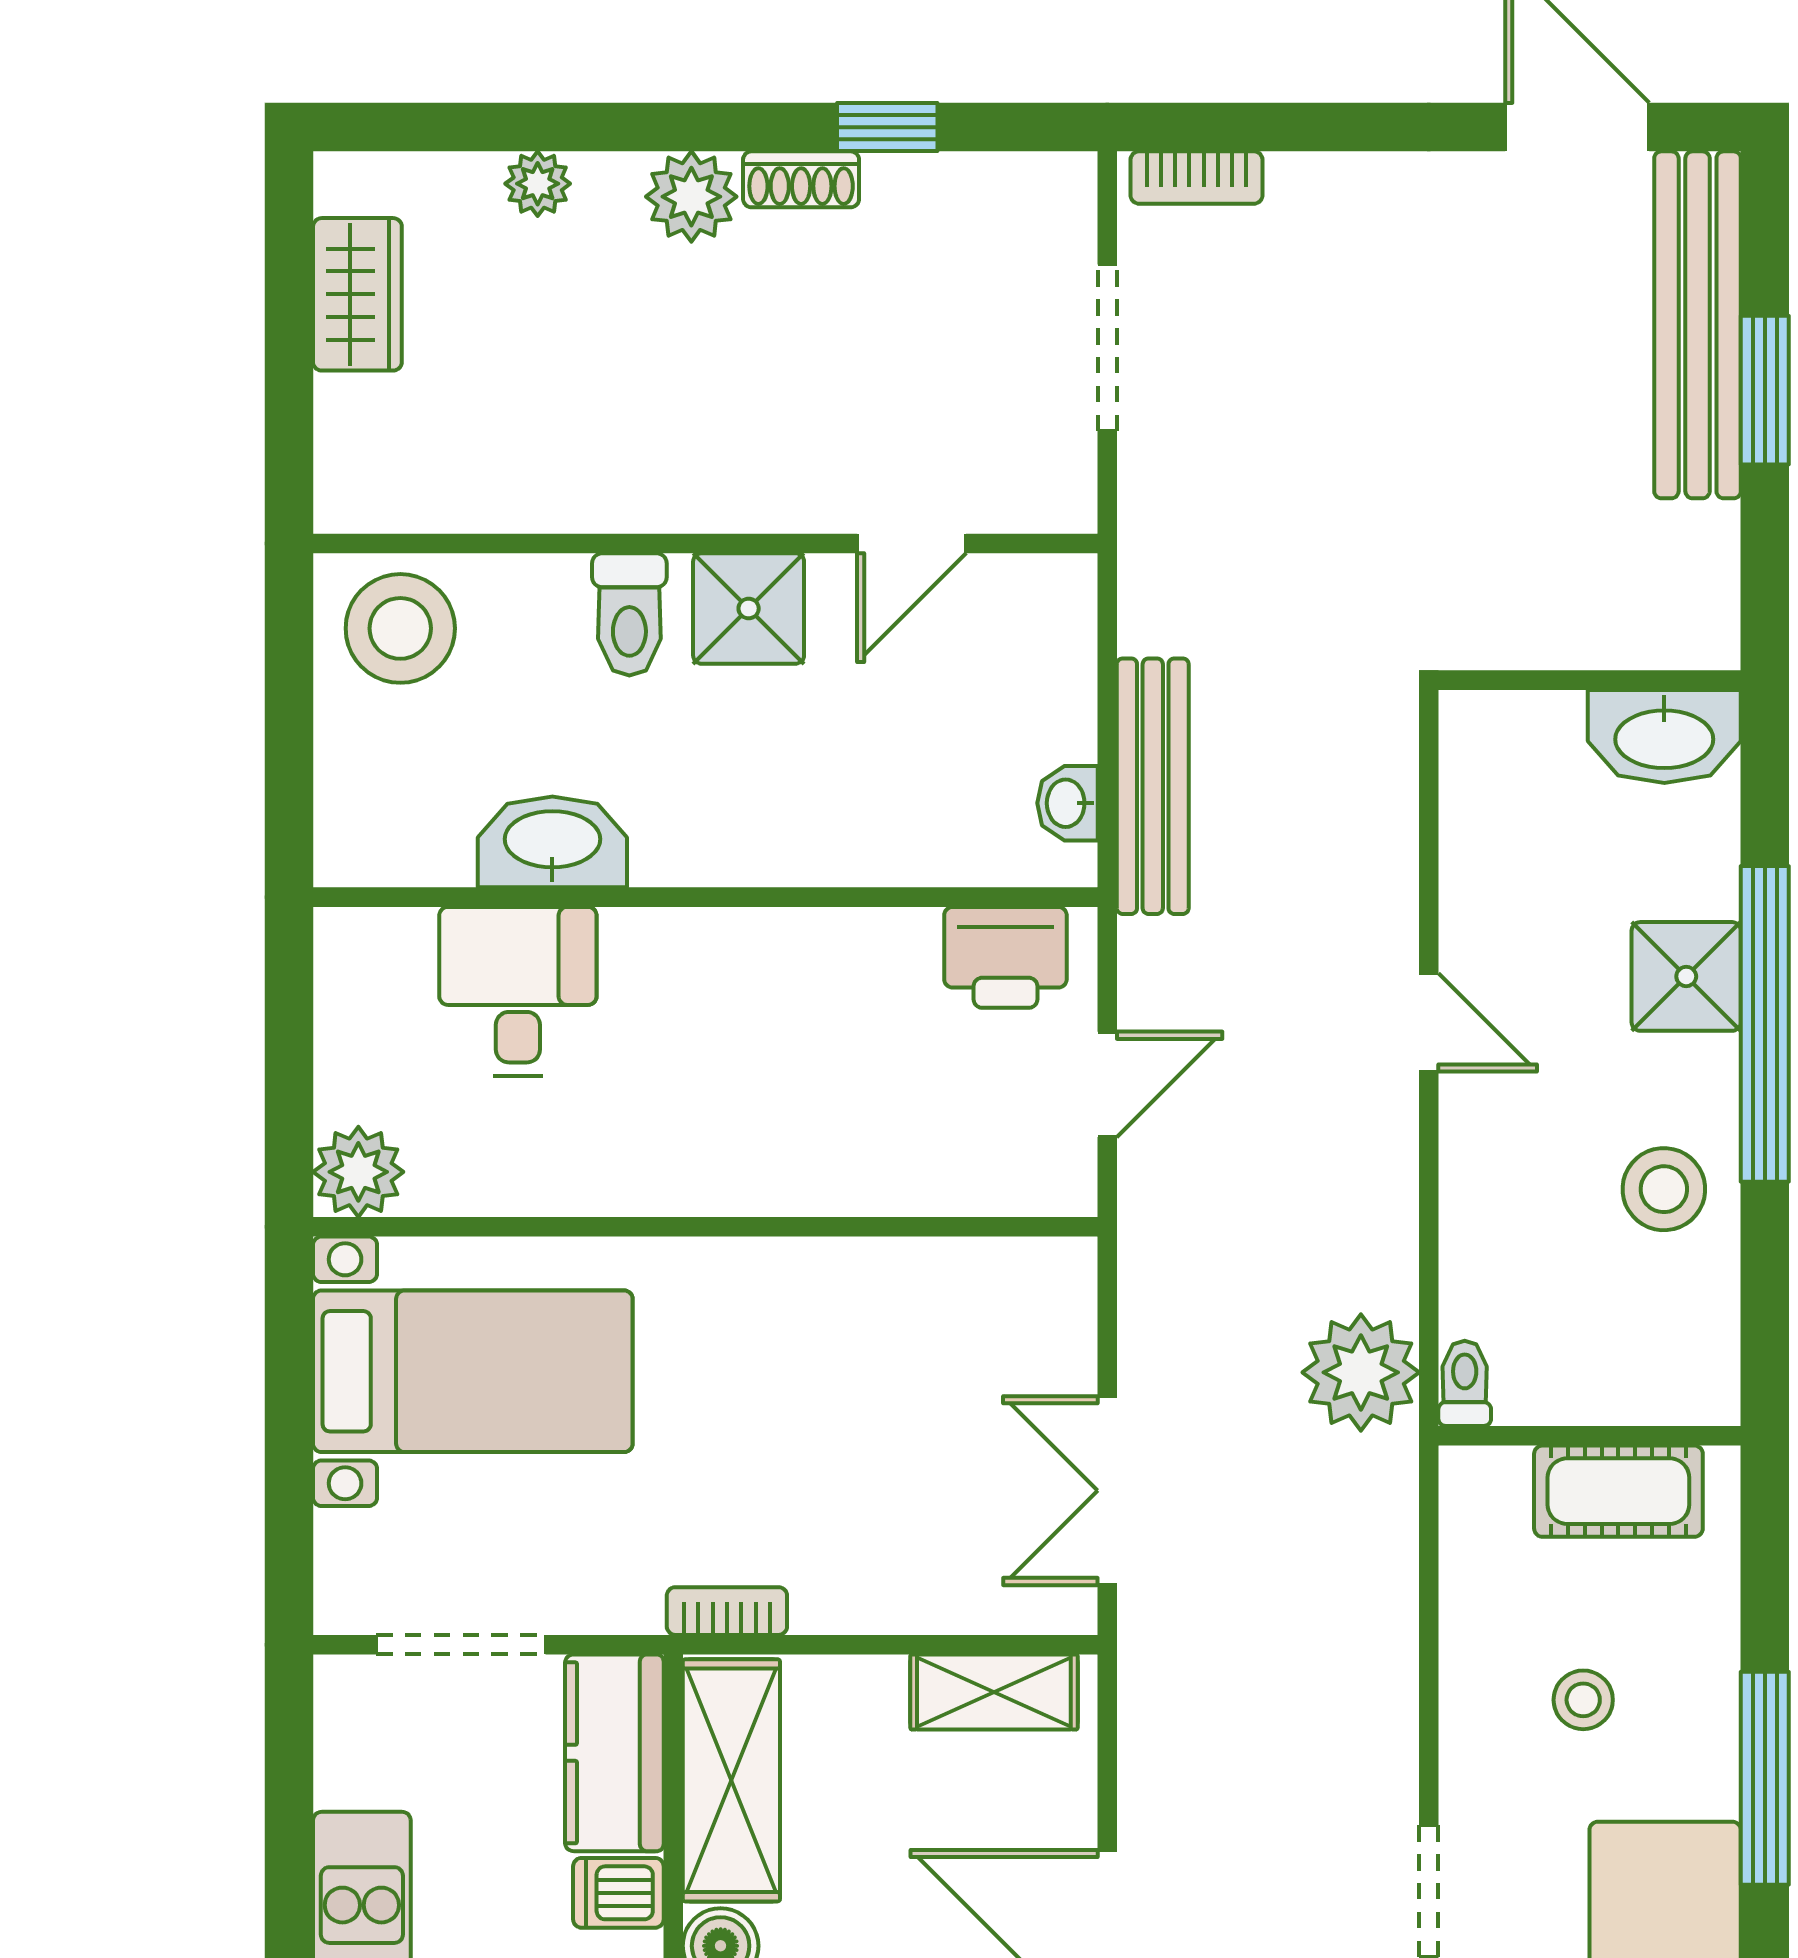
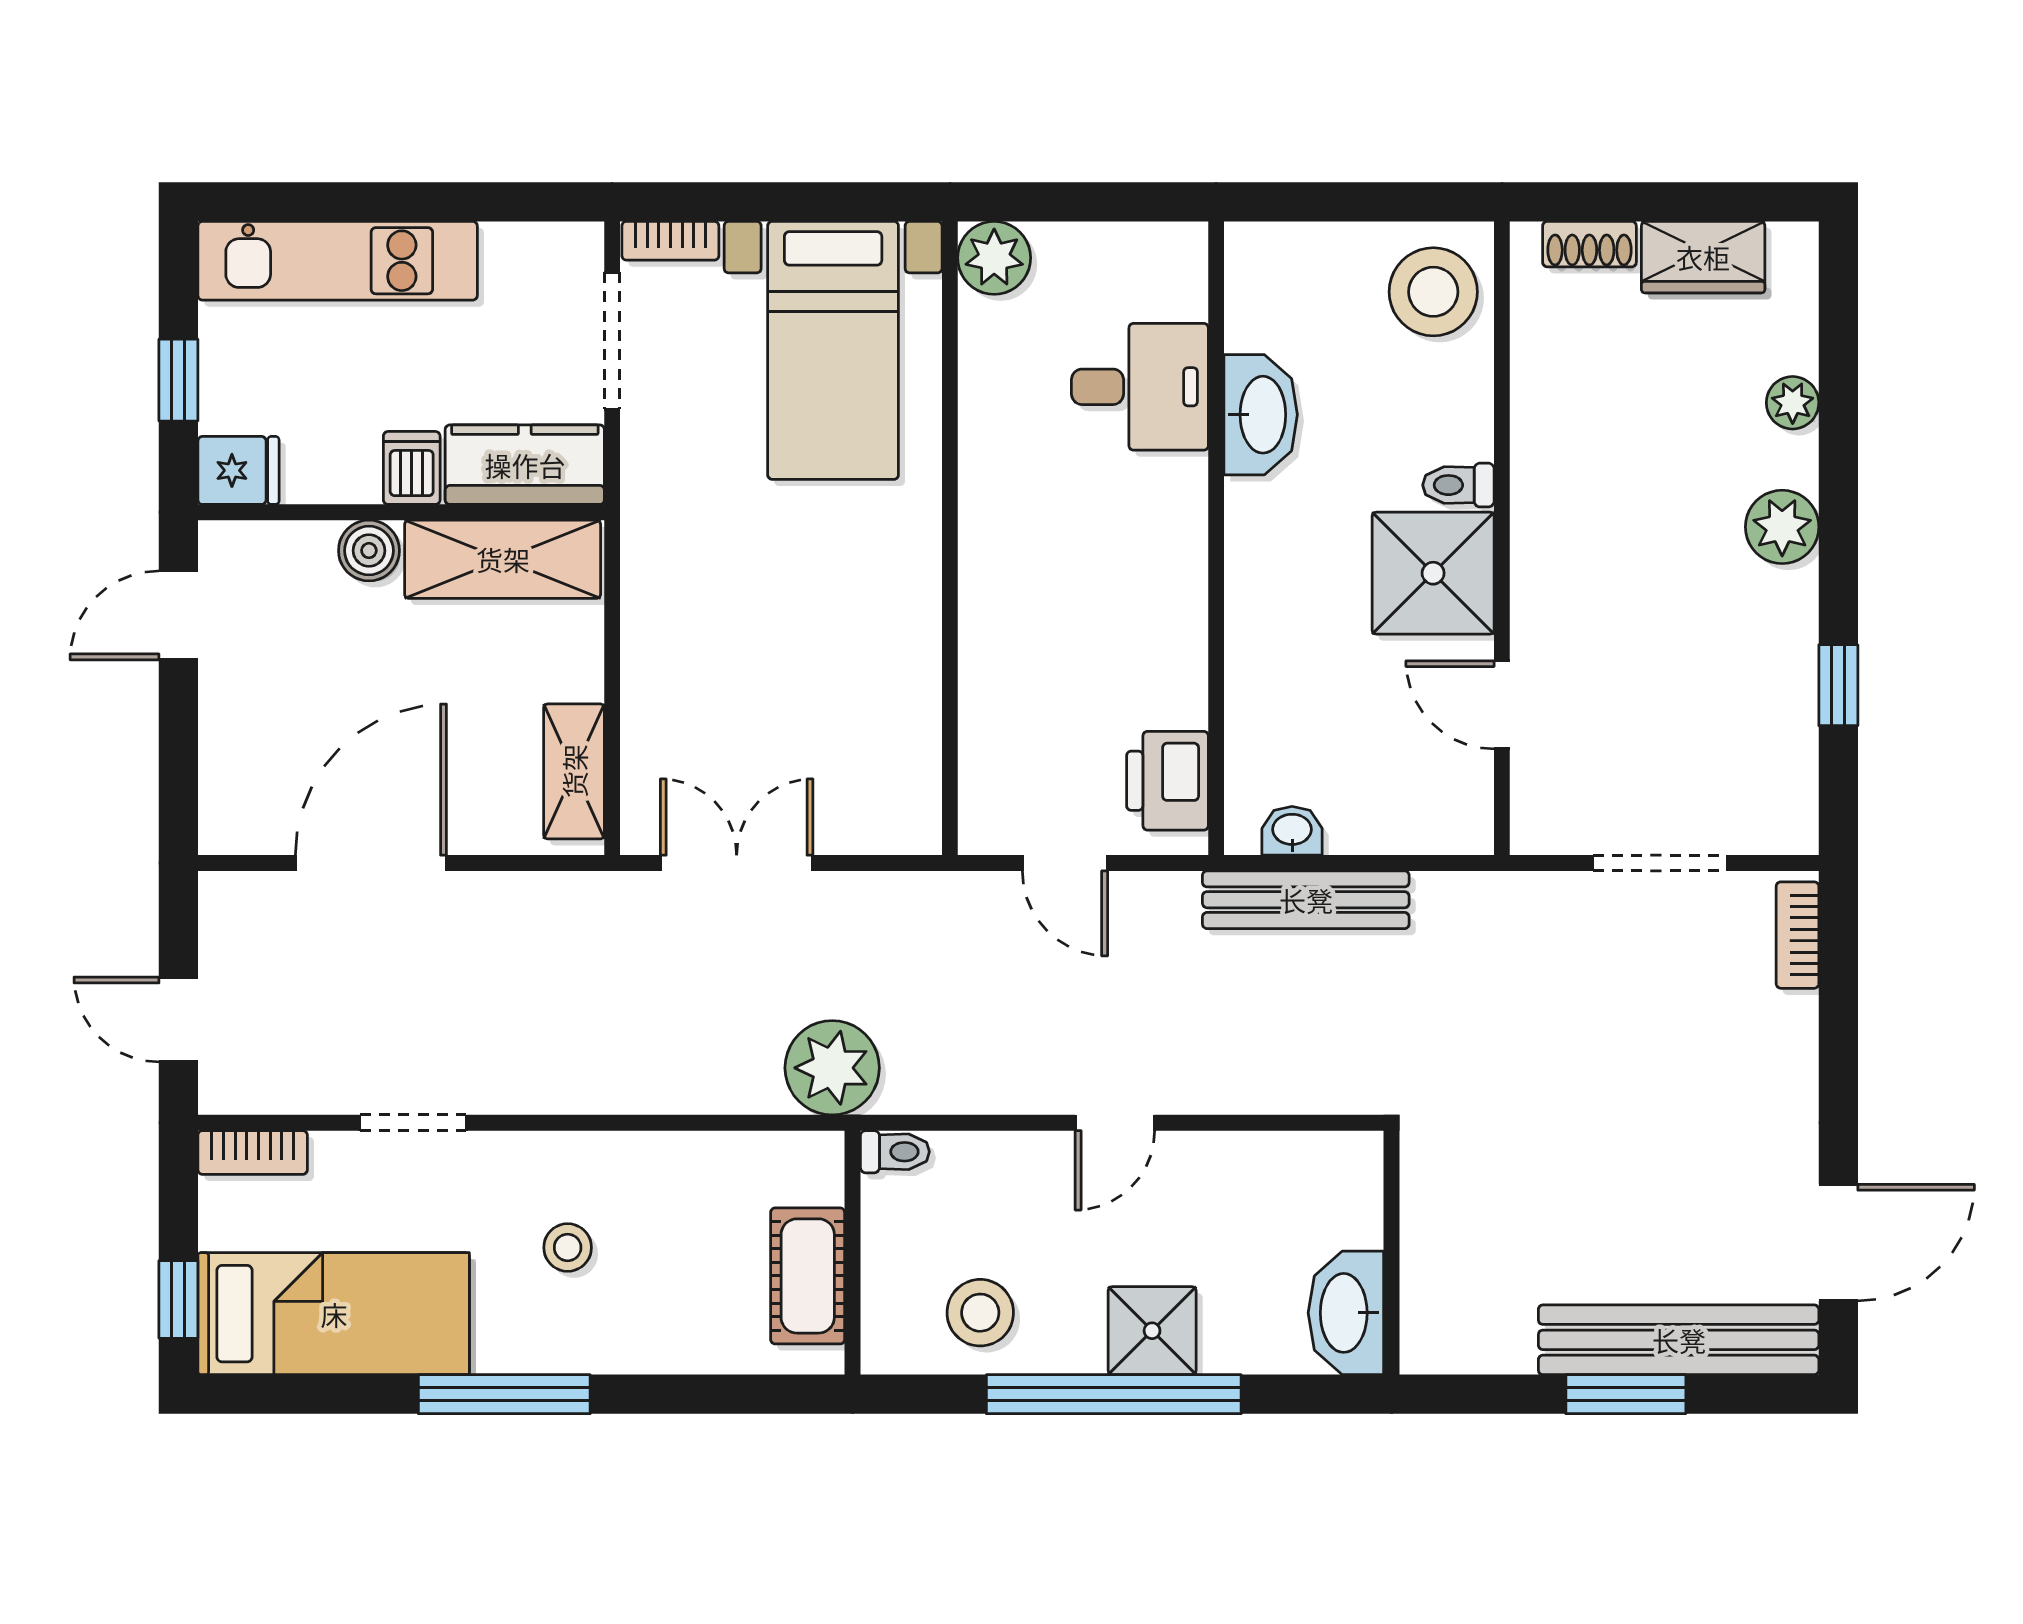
shoe rack: (801, 179) -> (1589, 244), moved, turned -90
shower: (749, 608) -> (1433, 573), width x1.36, depth x1.36
toilet: (629, 614) -> (1458, 485), width x0.73, depth x0.72
toilet: (1465, 1383) -> (895, 1152), moved
wall: (1590, 1436) -> (852, 1253), moved
cot: (1618, 1491) -> (808, 1276), moved
bookcase: (727, 1611) -> (670, 241), moved, turned 90

